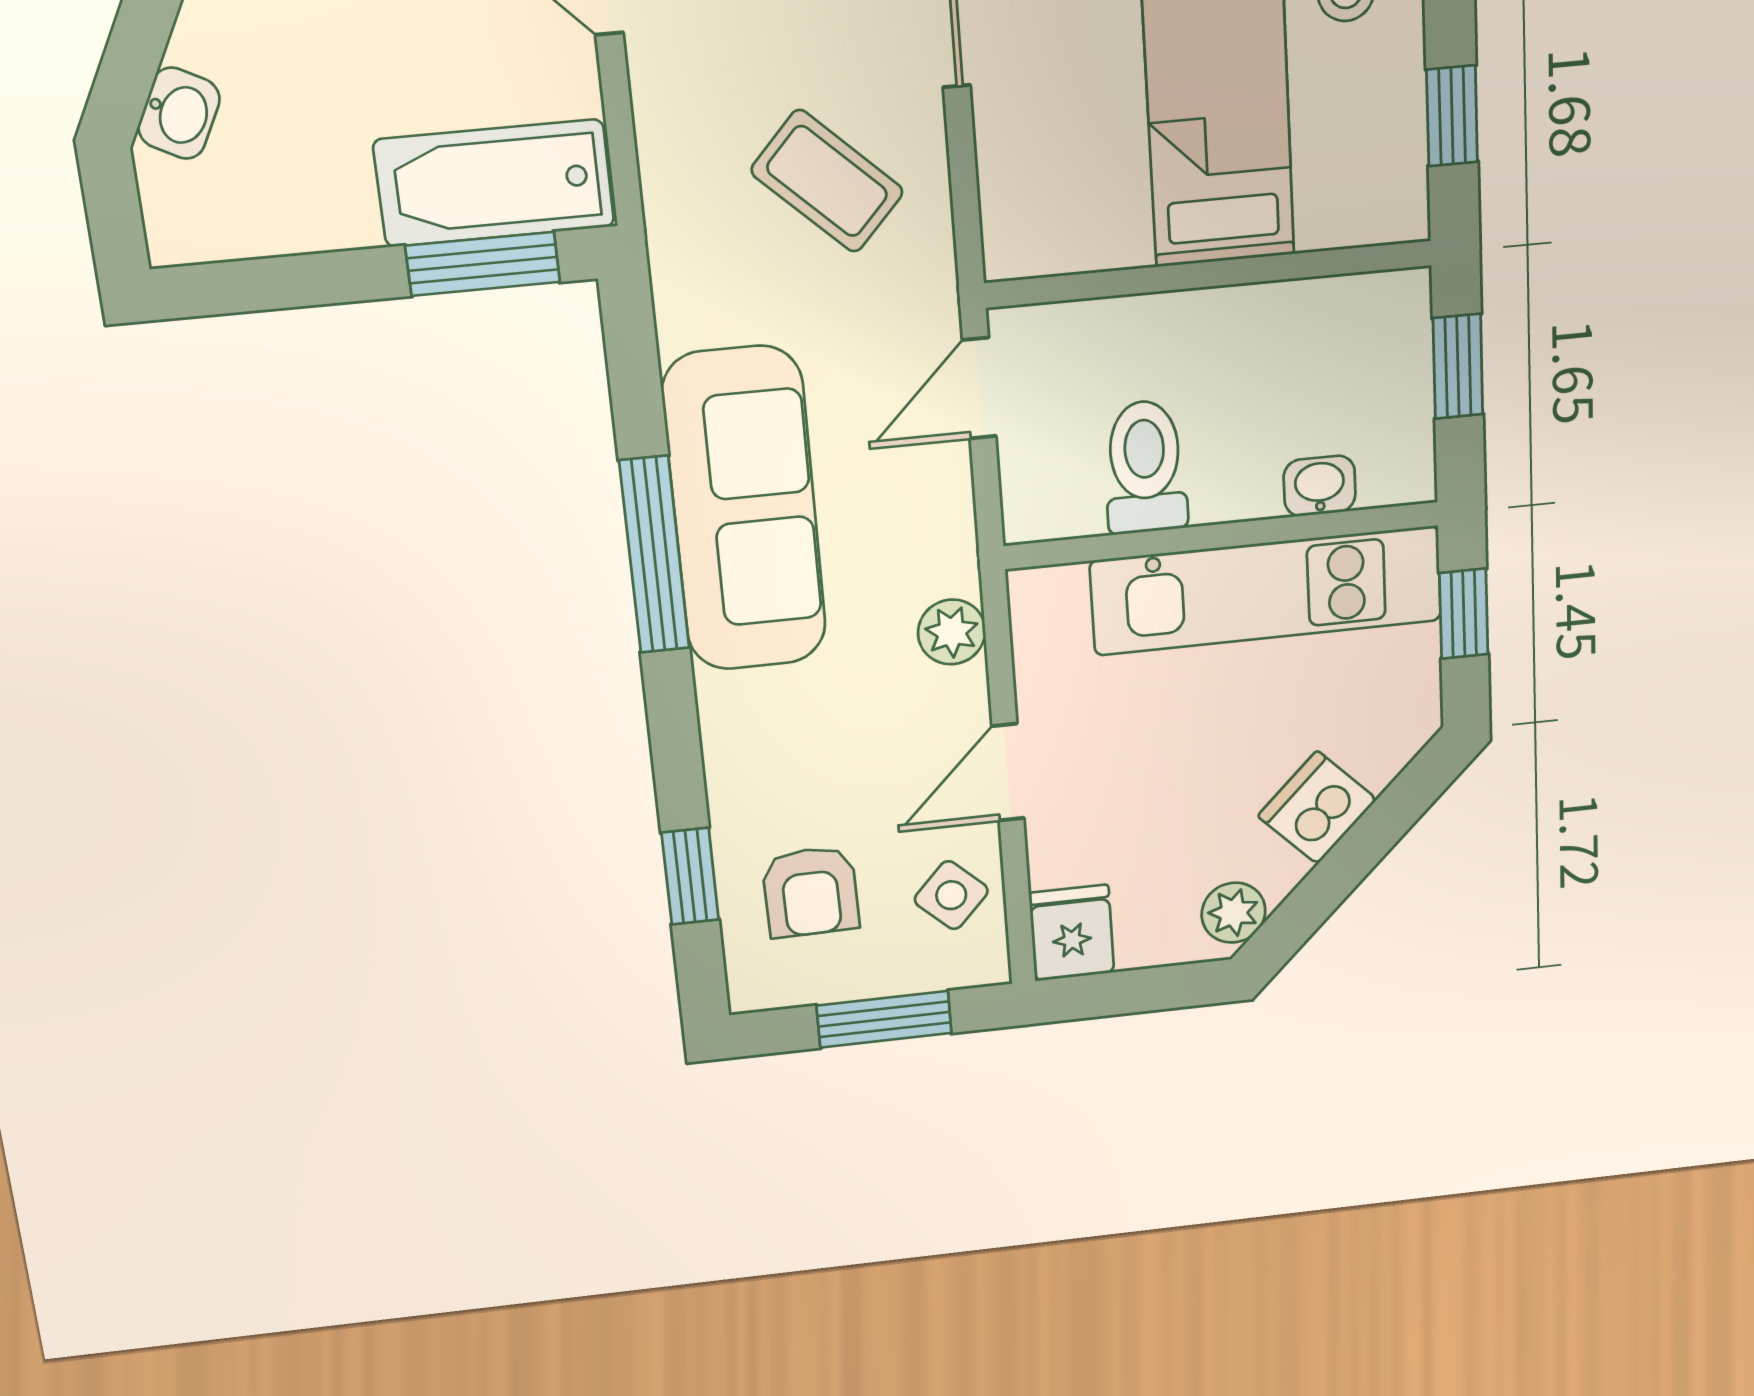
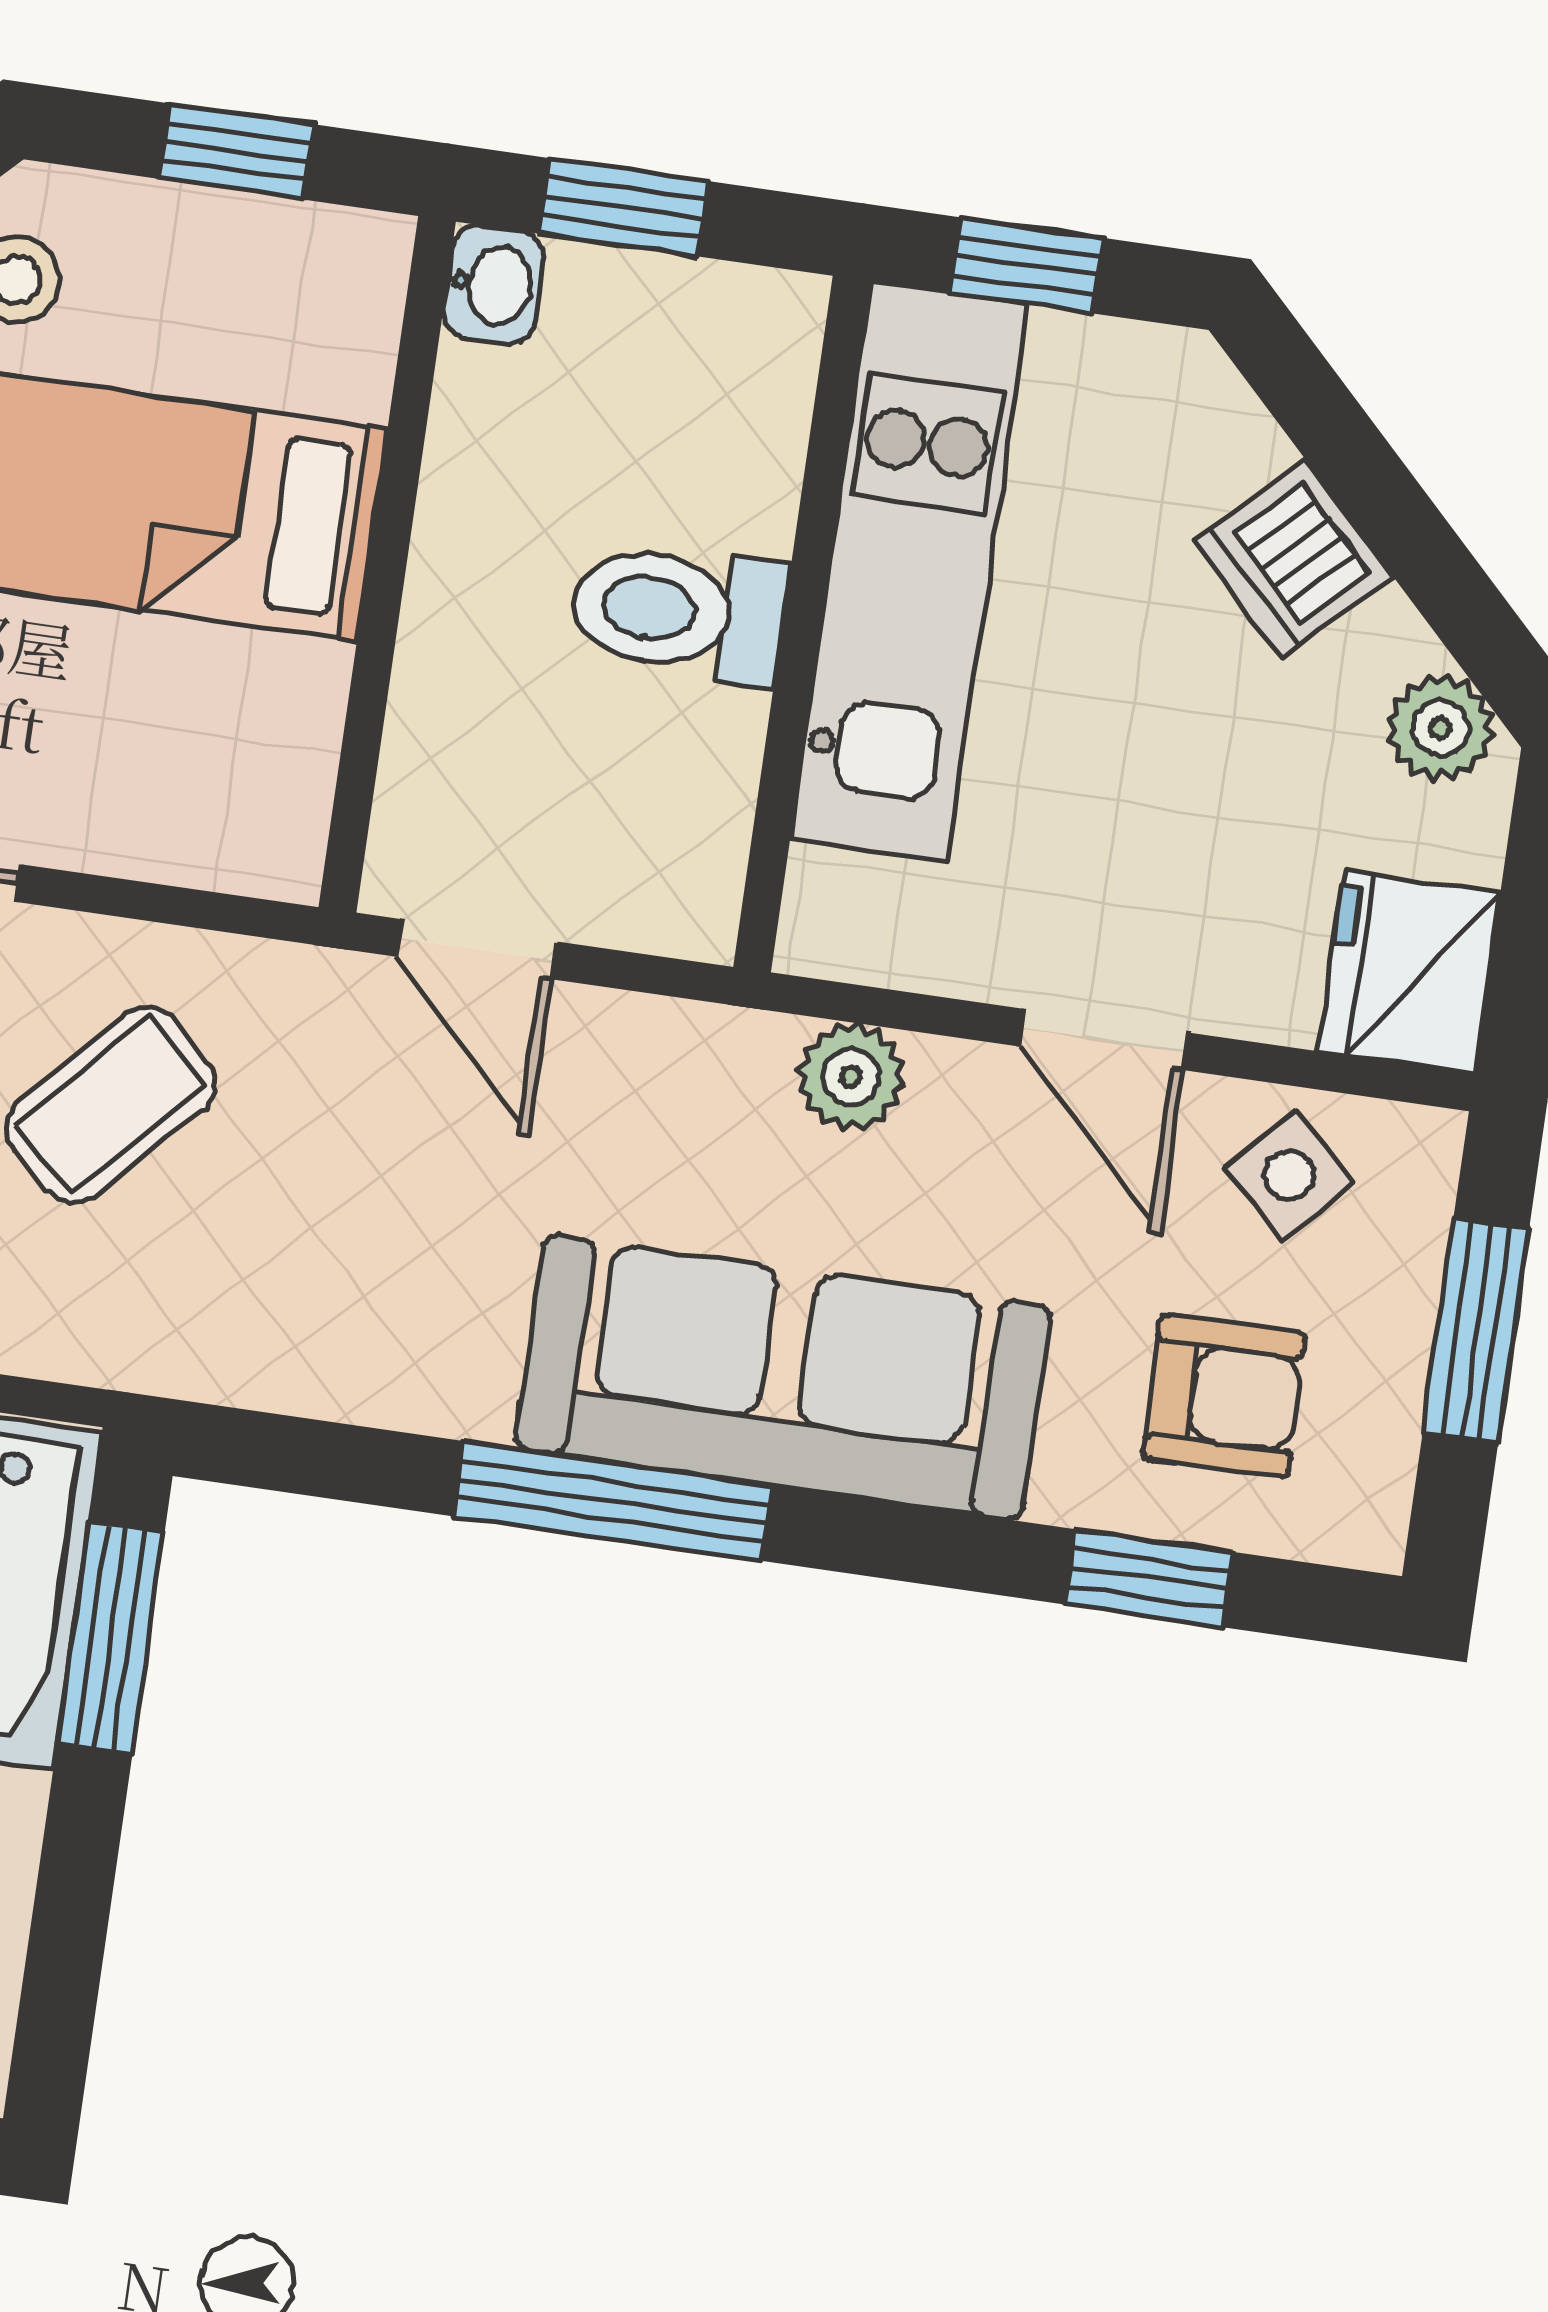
toilet: (1145, 467) -> (678, 612), moved
washbasin: (1320, 486) -> (493, 285), moved, turned 180
sofa: (745, 510) -> (783, 1377), moved
fridge: (1072, 933) -> (1409, 972), width x1.38

